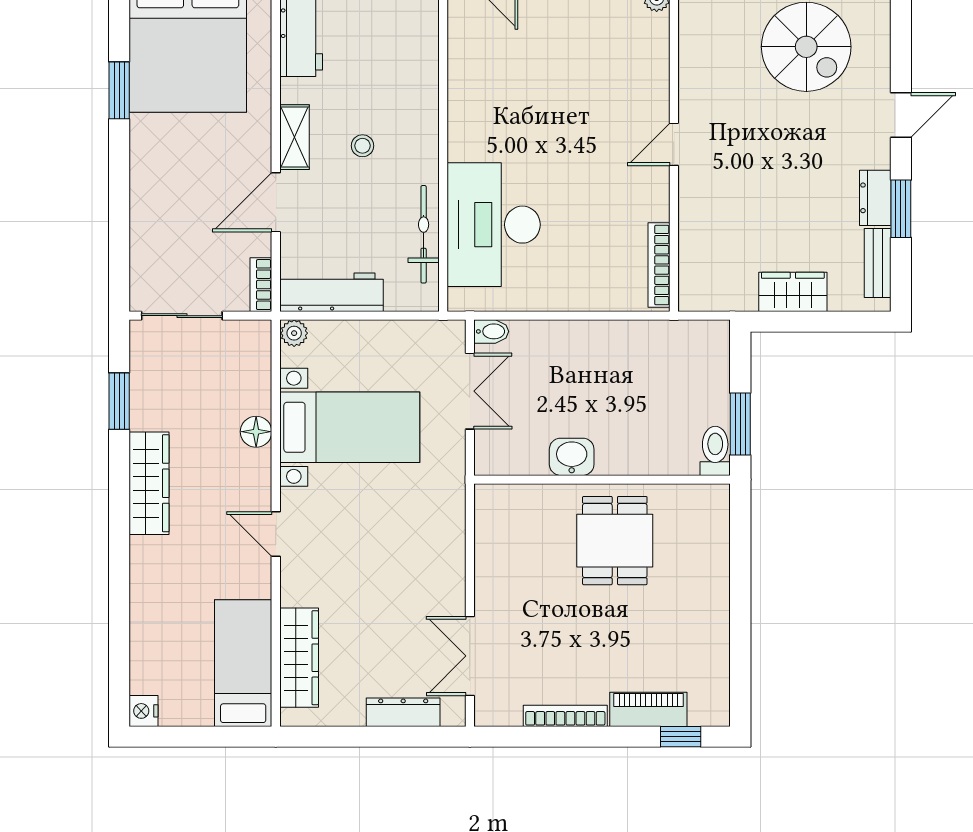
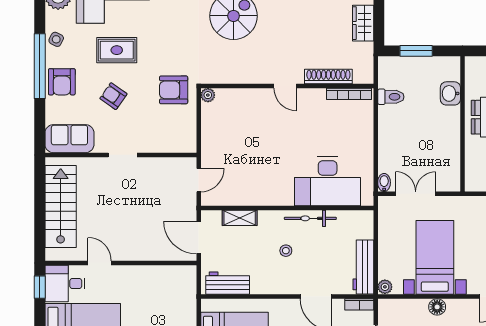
shelving: (294, 137) -> (240, 218), moved
shoe rack: (692, 226) -> (328, 76), added
bicycle: (424, 234) -> (310, 218), moved
window: (740, 424) -> (416, 51), moved
toilet: (715, 451) -> (391, 97), moved, turned 180
washbasin: (572, 457) -> (450, 93), moved

